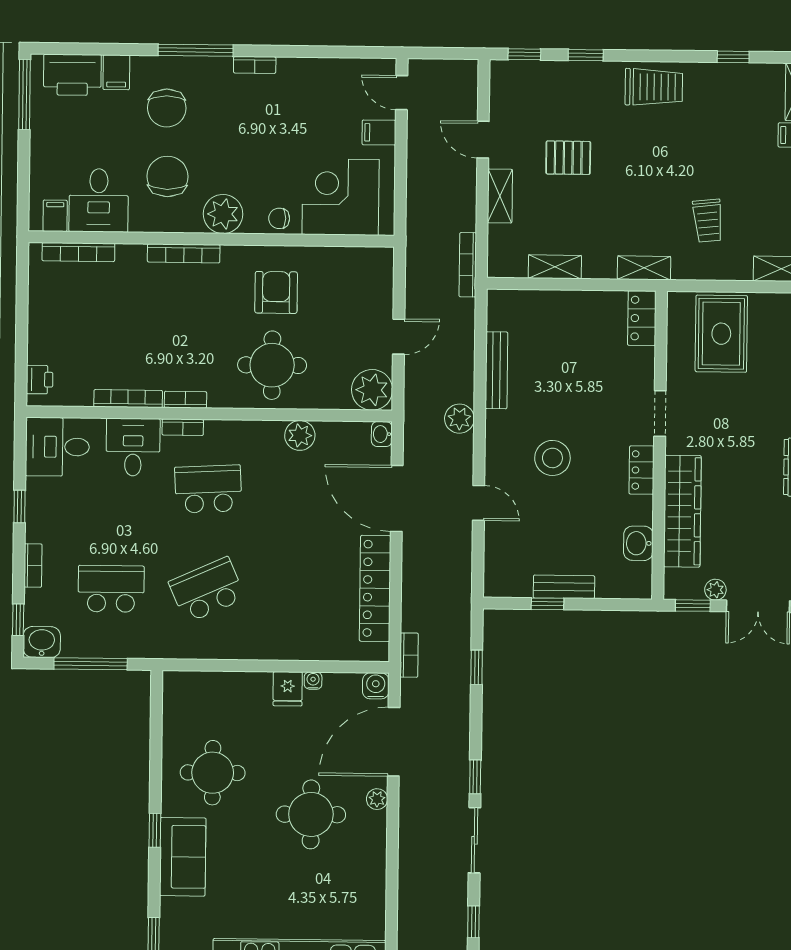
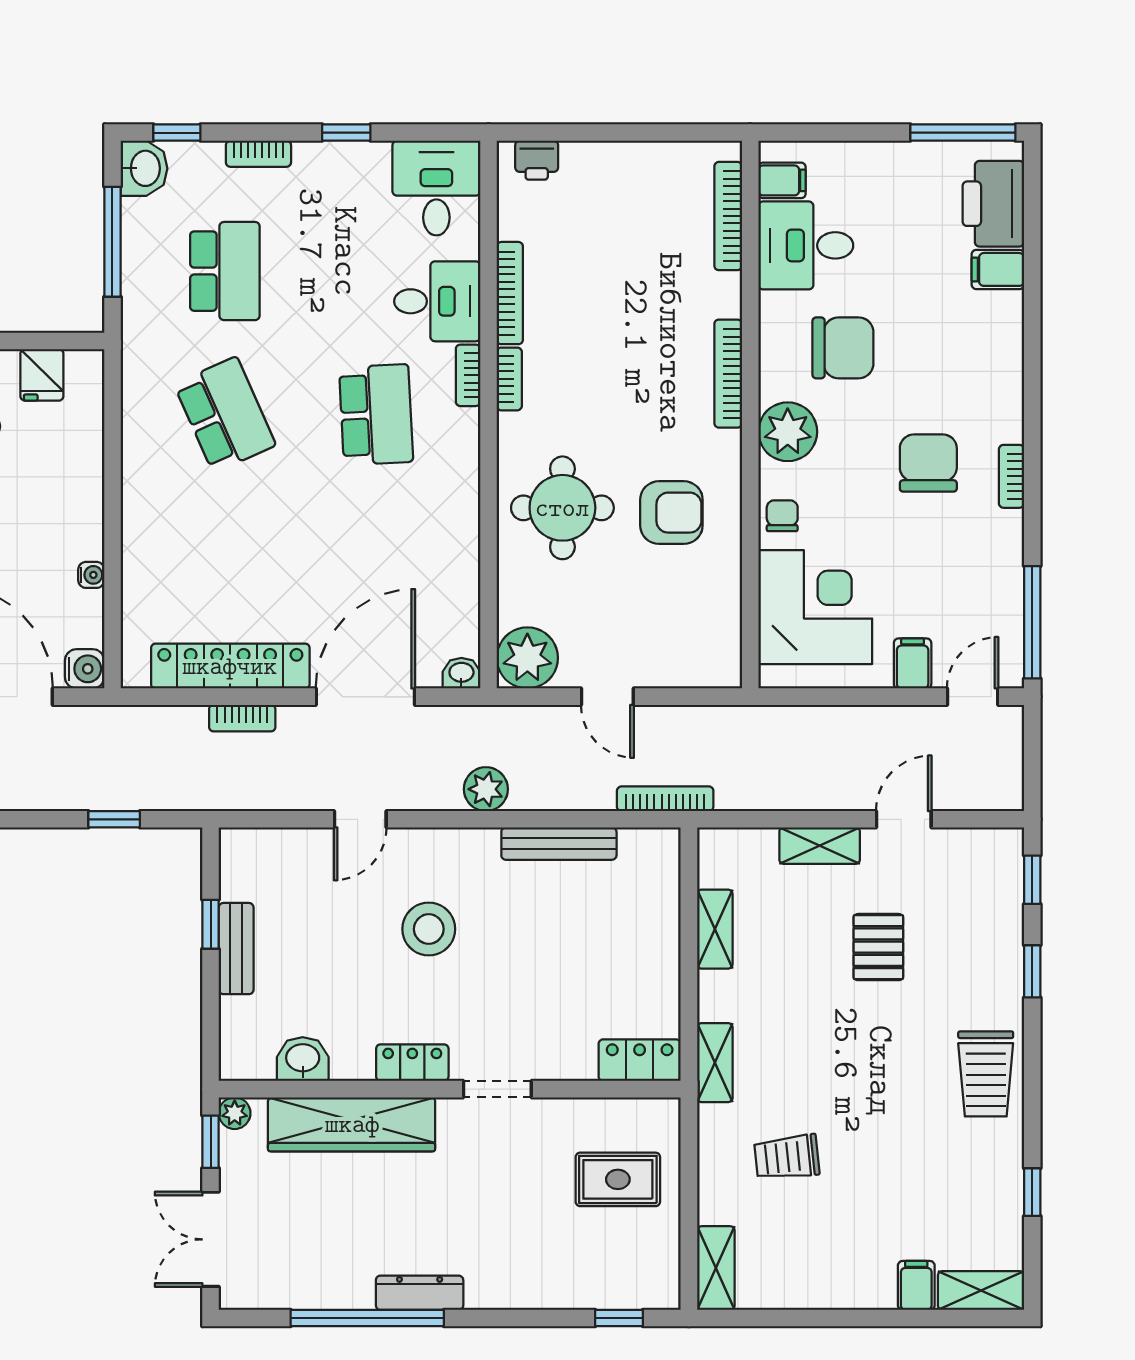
window: (196, 50) -> (1032, 622), moved
chair: (167, 108) -> (928, 463), moved, turned 90
bookcase: (468, 265) -> (665, 799), moved
rug: (721, 334) -> (618, 1179), width x0.73, depth x0.70
plant: (300, 435) -> (458, 551), removed
plant: (715, 590) -> (235, 1113), moved
bookcase: (409, 655) -> (242, 718), moved
fridge: (288, 689) -> (42, 375), moved, turned -90

